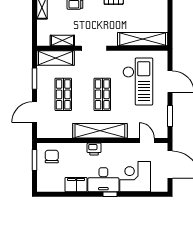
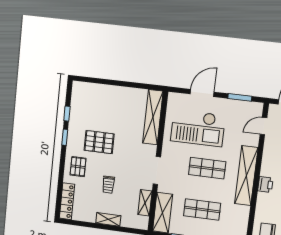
checkout: (138, 81) -> (198, 128), turned 180

